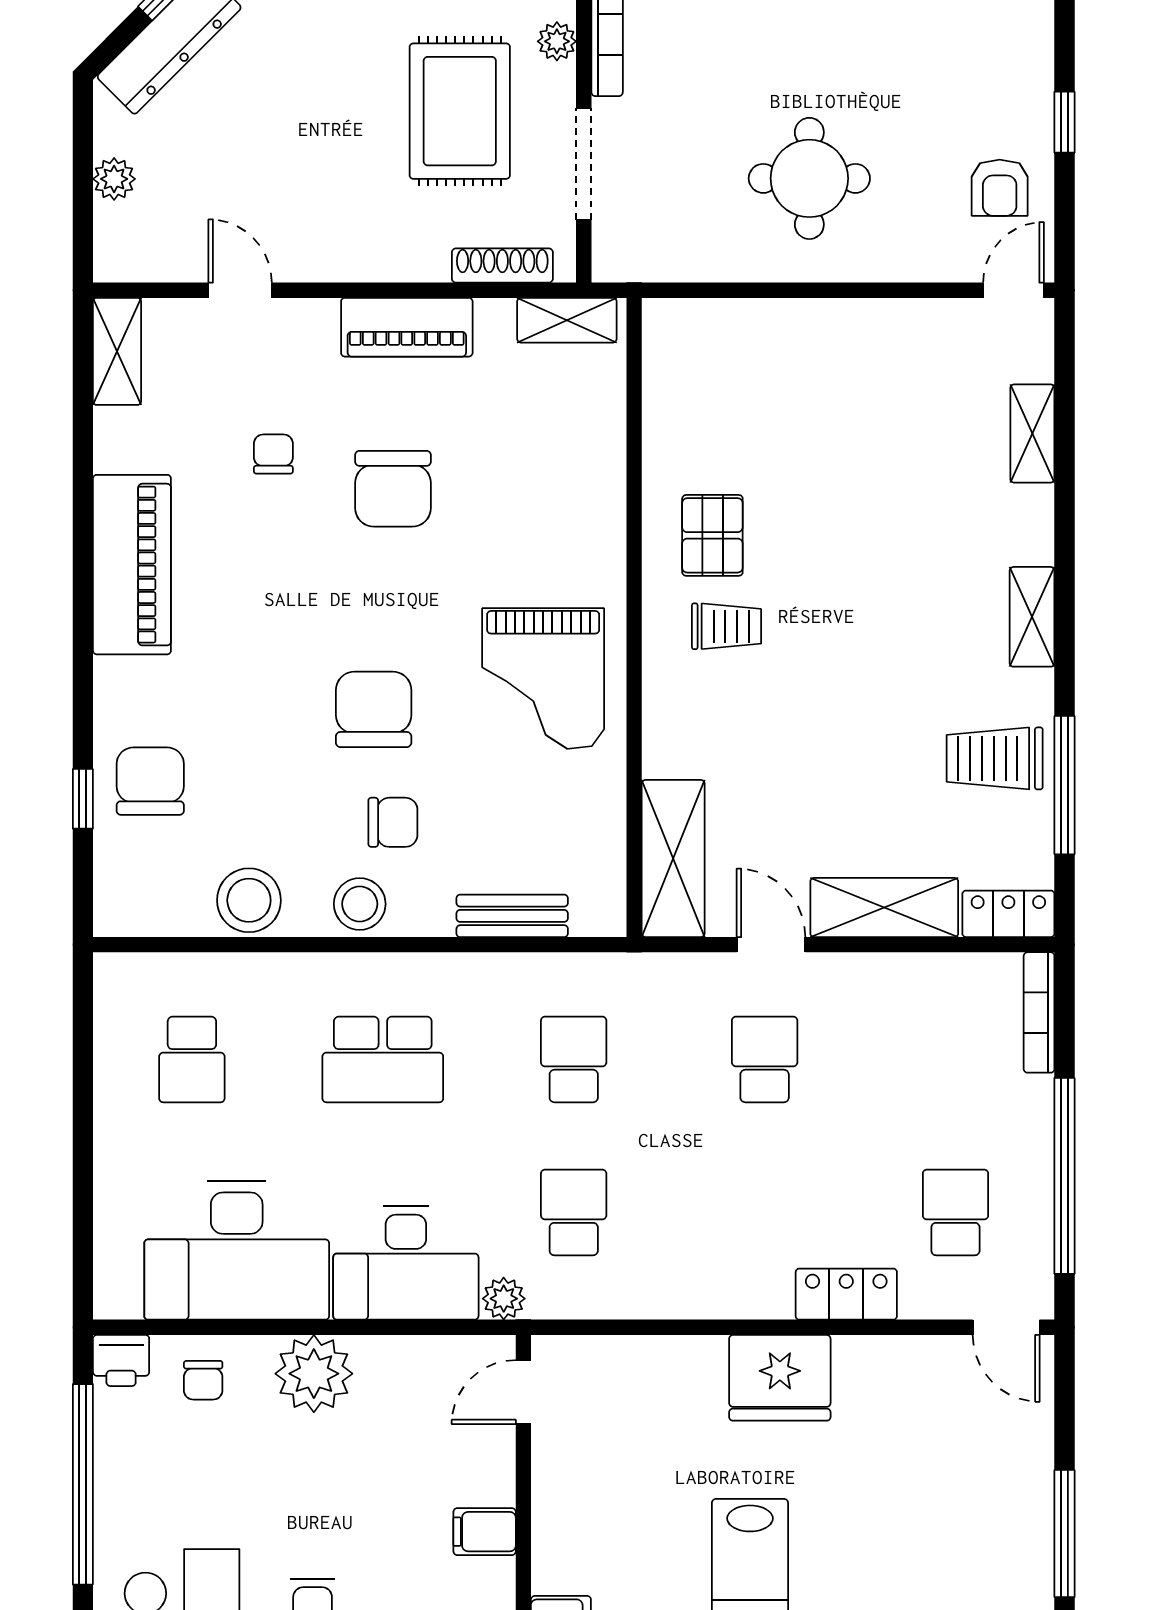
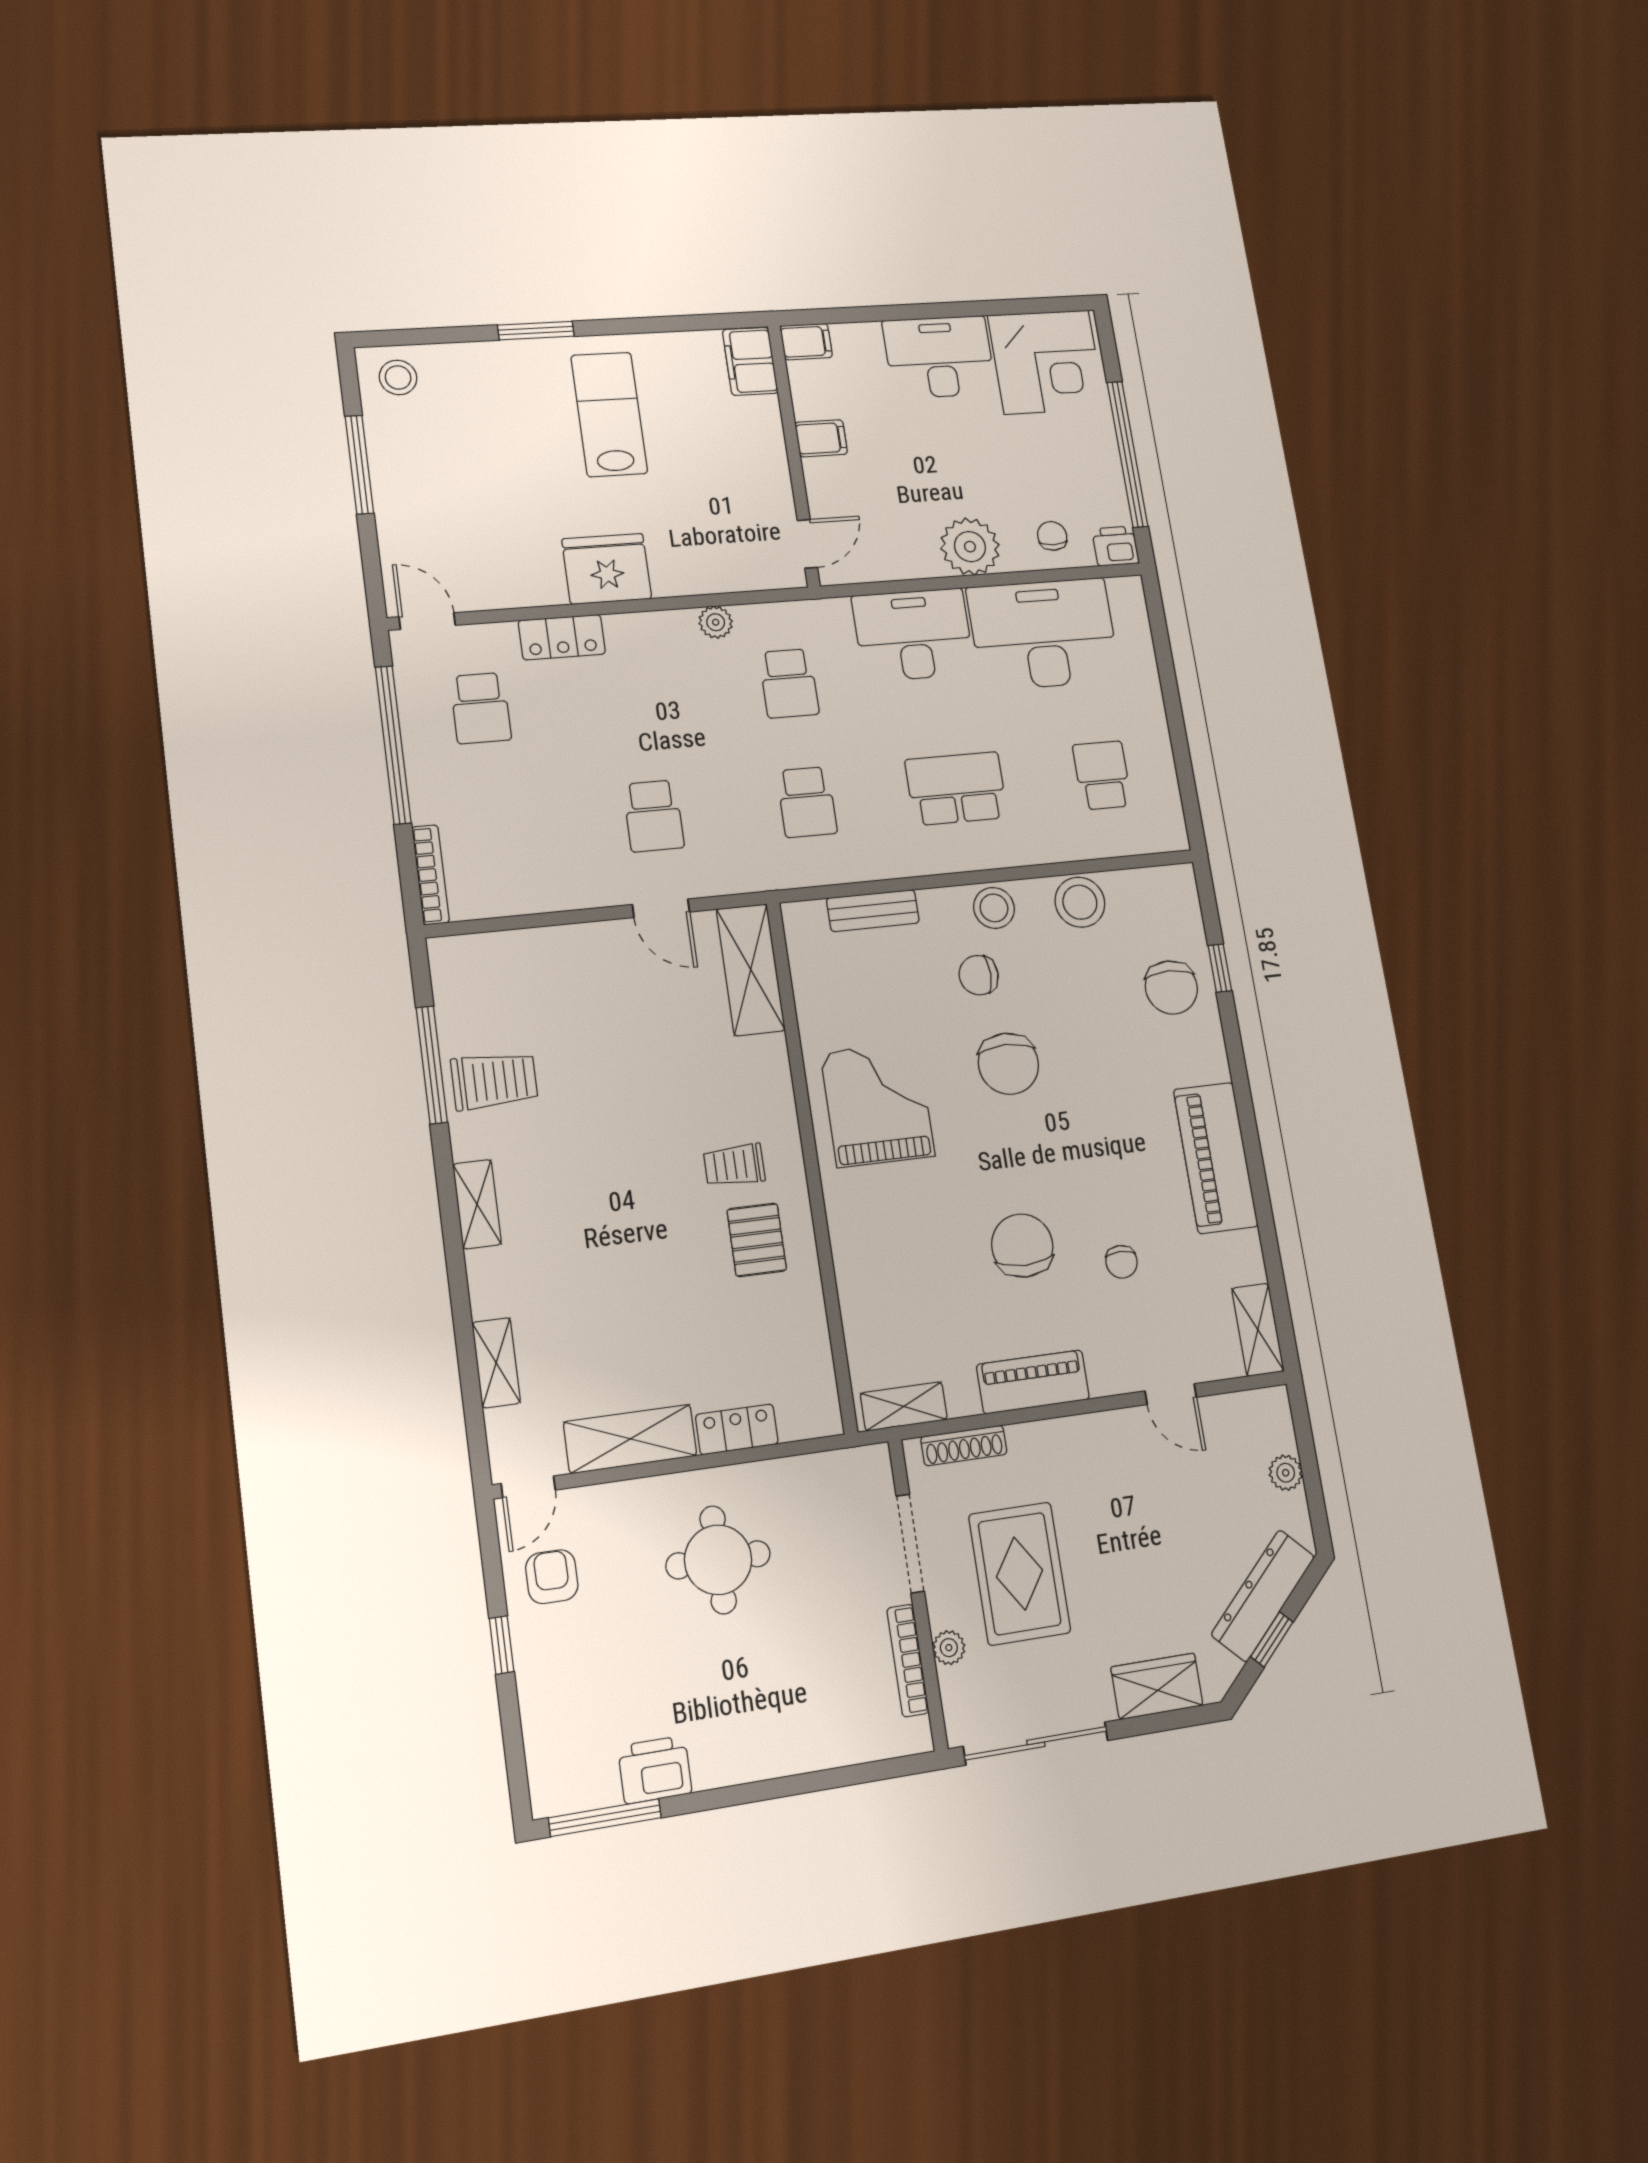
shelving: (884, 908) -> (630, 1439), moved
locker: (1008, 914) -> (737, 1429), moved, turned 180
plant: (504, 1299) -> (716, 622), moved

